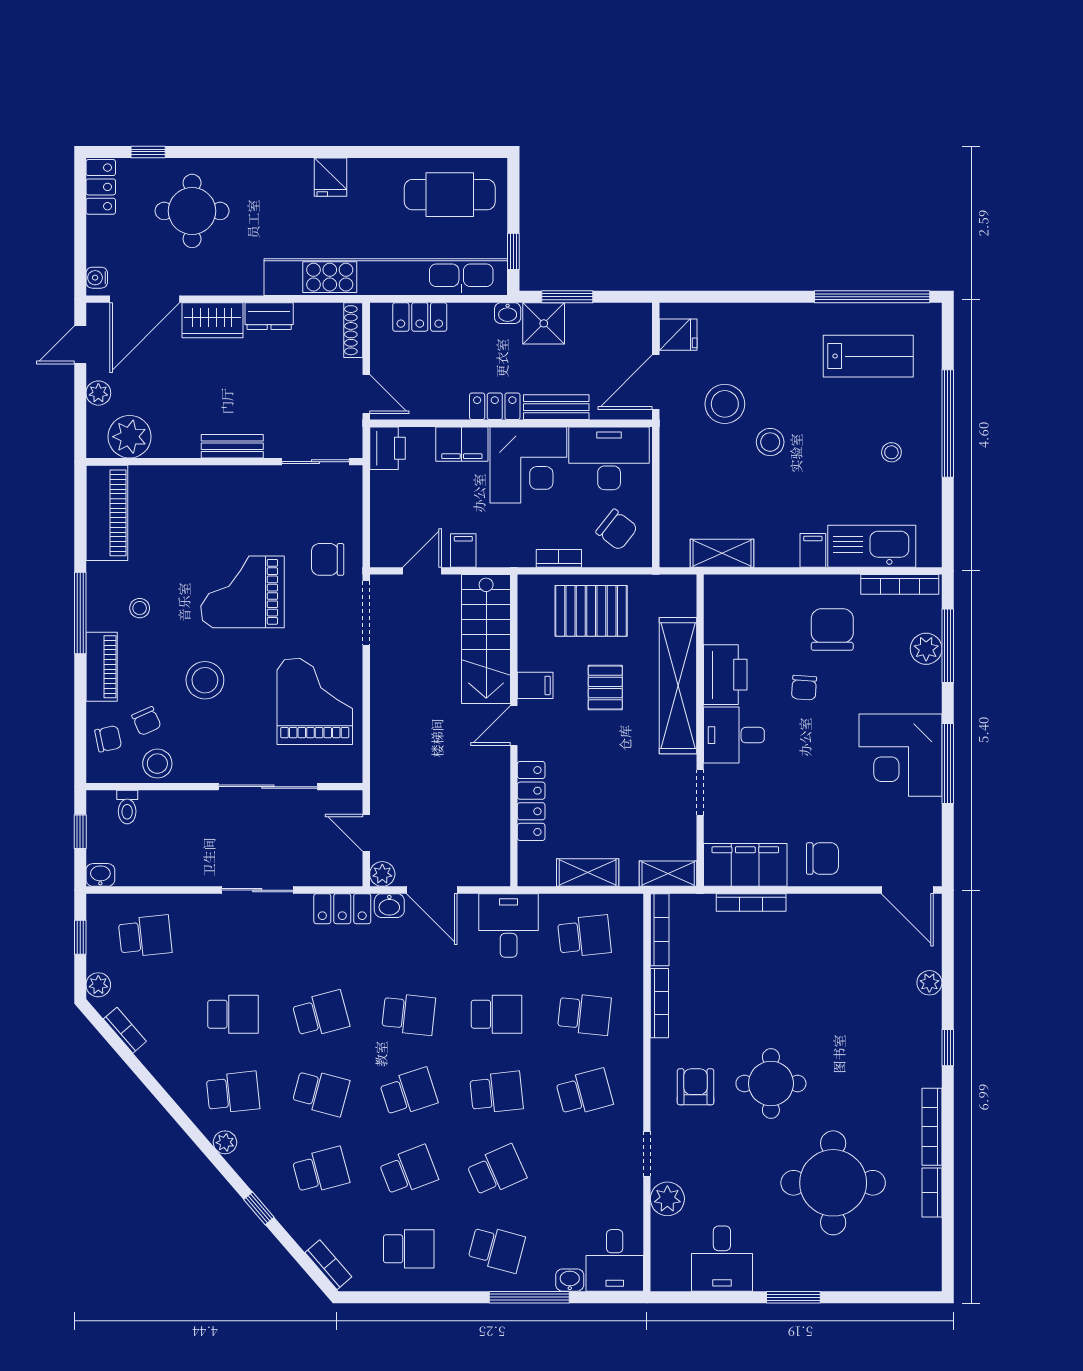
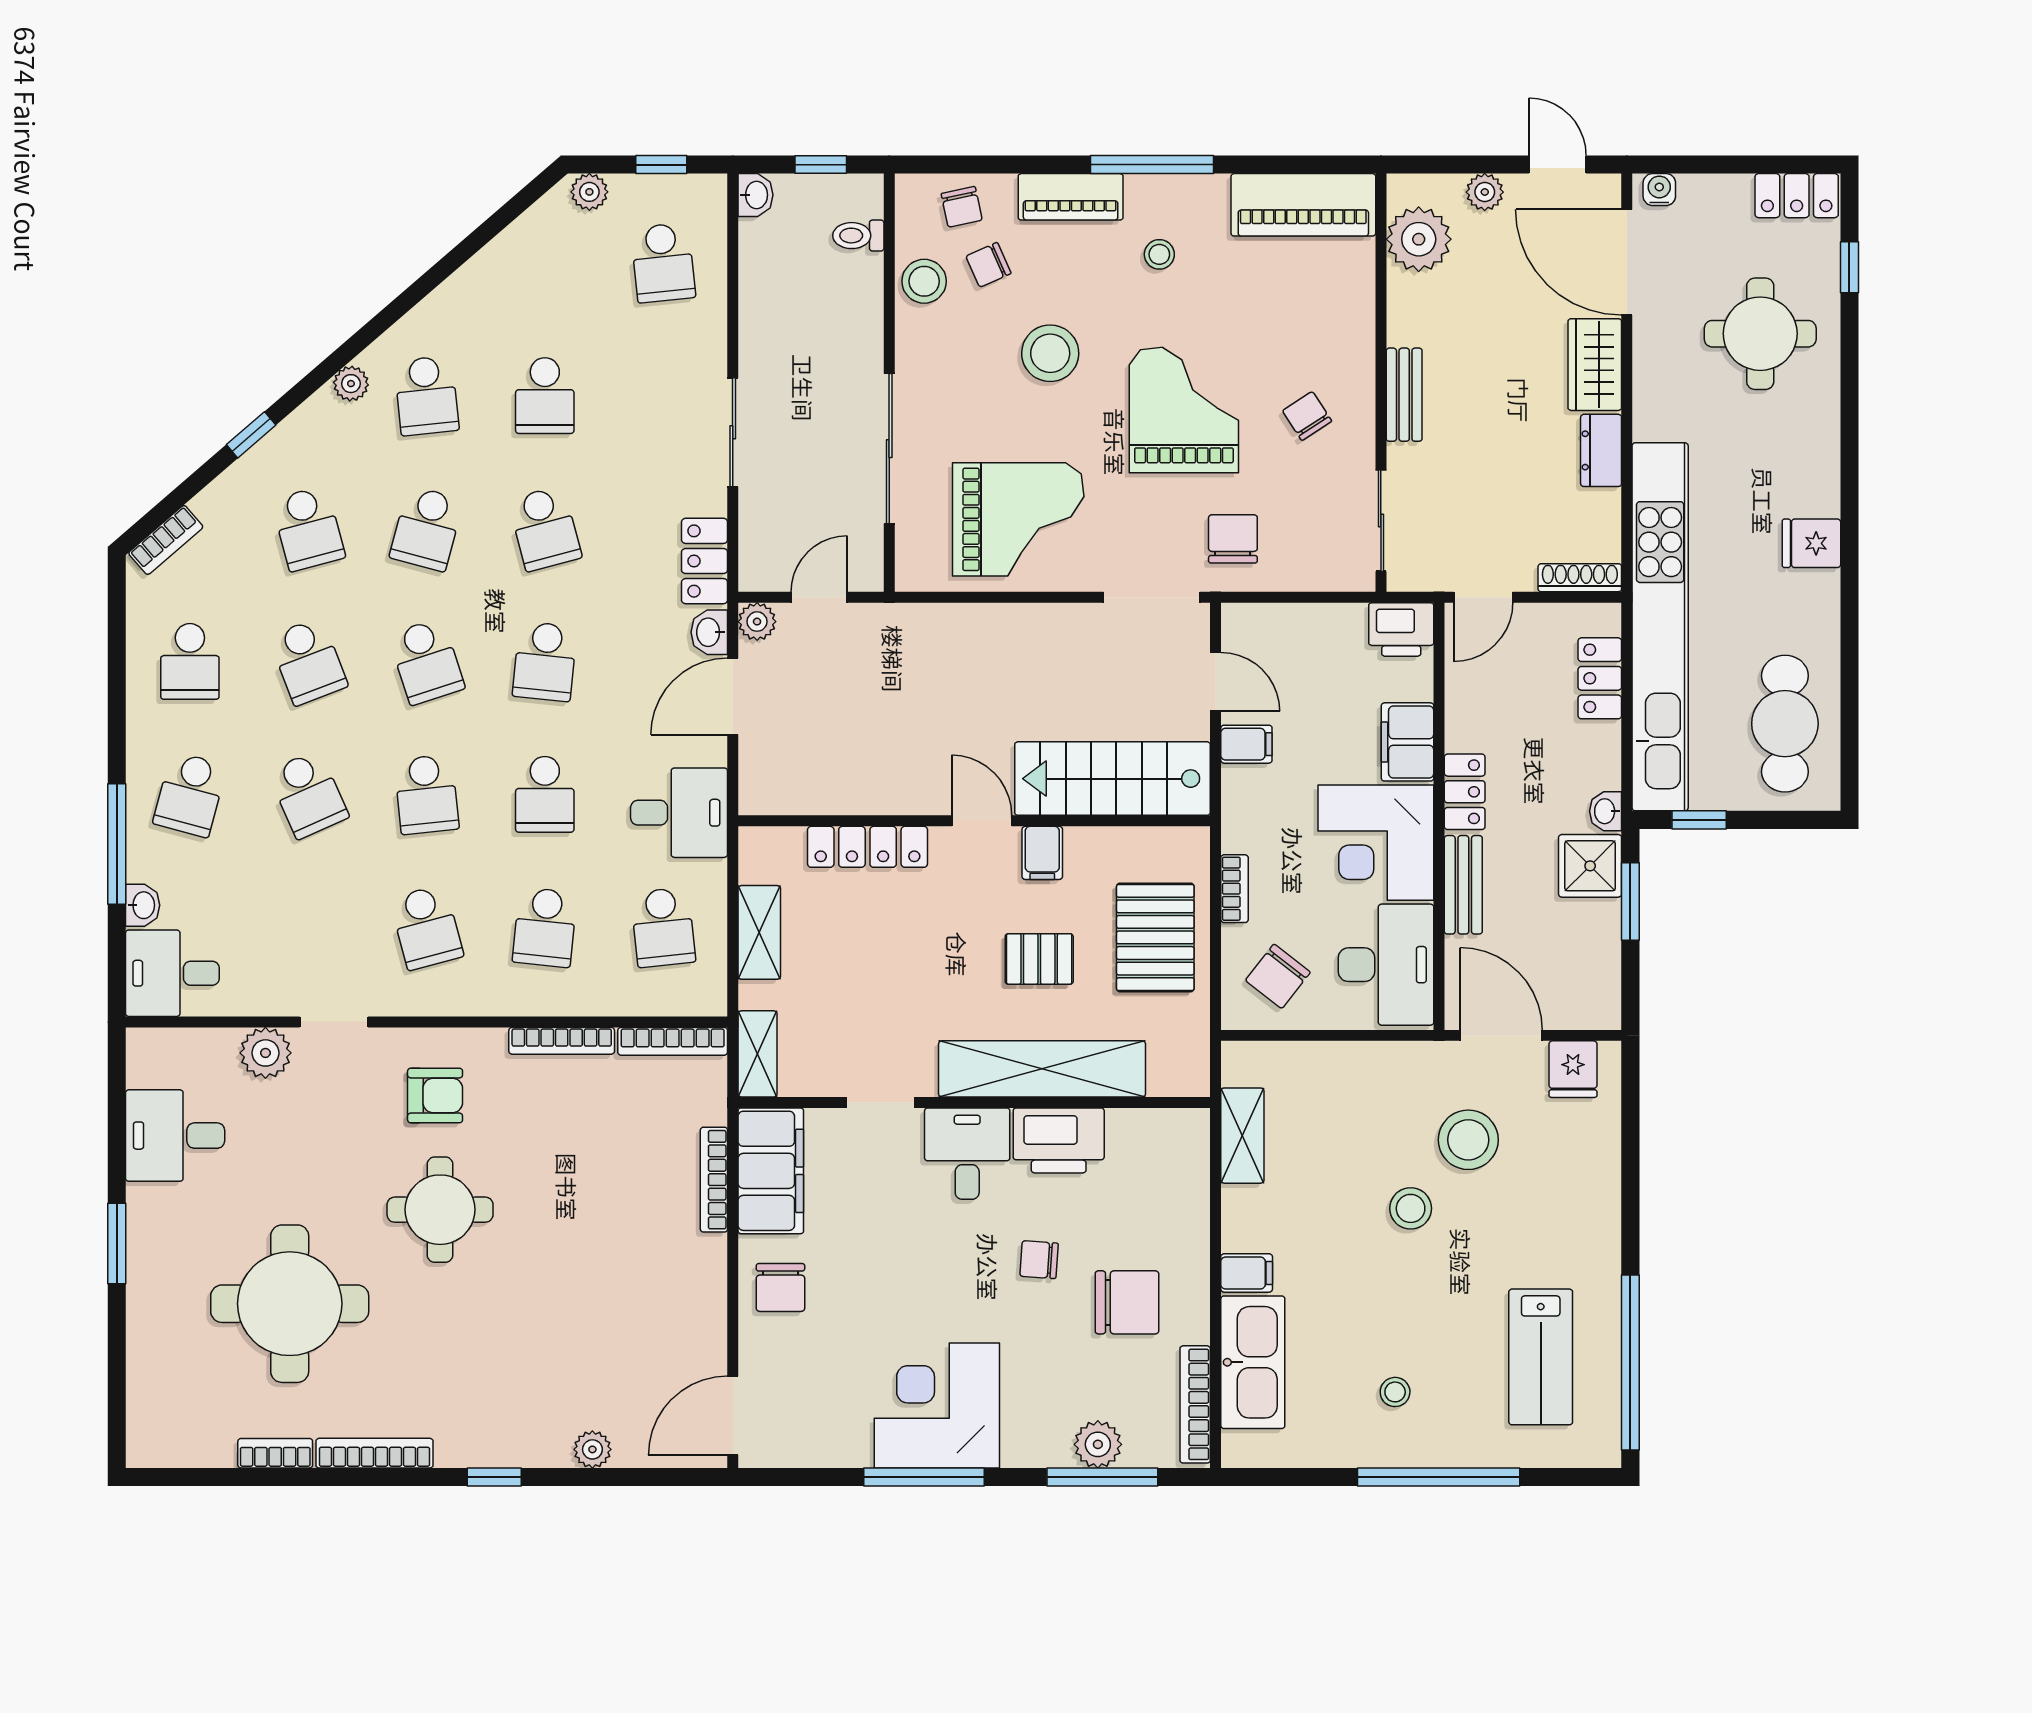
chair: (246, 510) -> (1307, 416), added
bookcase: (125, 1030) -> (521, 232), removed

